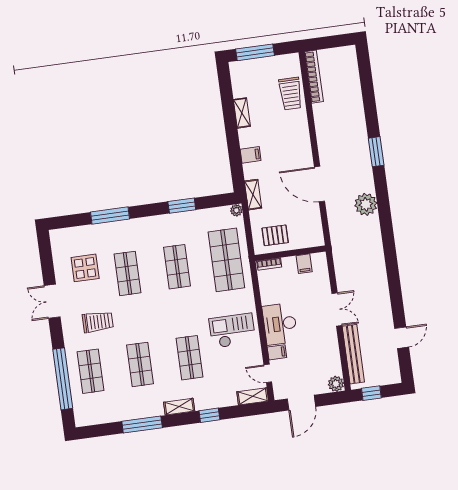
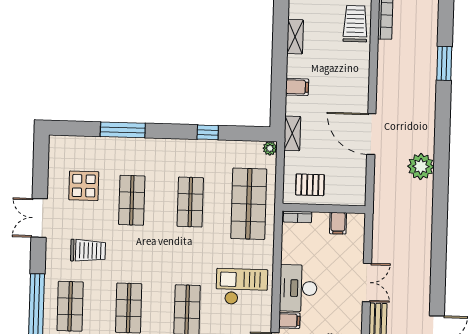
trolley: (291, 94) -> (355, 24), turned 180
window: (376, 152) -> (444, 63), moved
window: (182, 206) -> (208, 132), width x0.67

